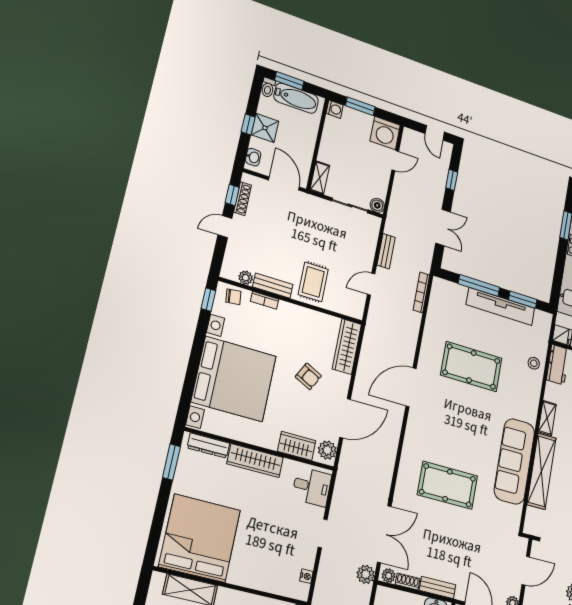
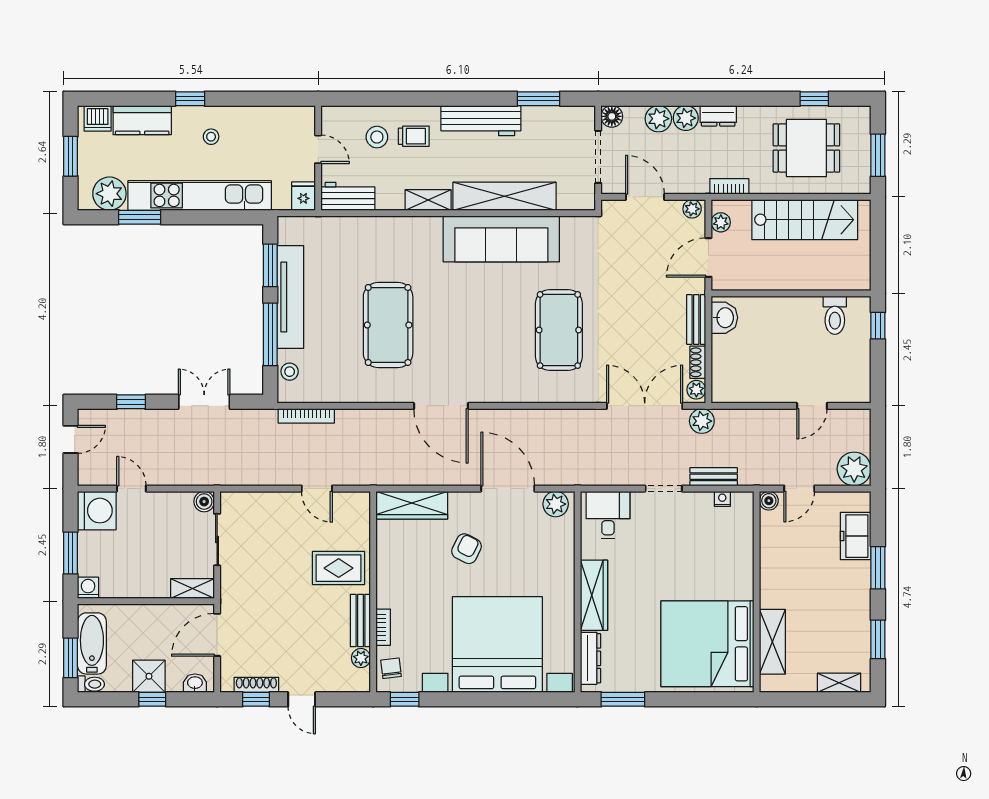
bench: (386, 251) -> (714, 477), moved
stool: (534, 363) -> (290, 372), moved
wardrobe: (297, 446) -> (561, 546), removed

